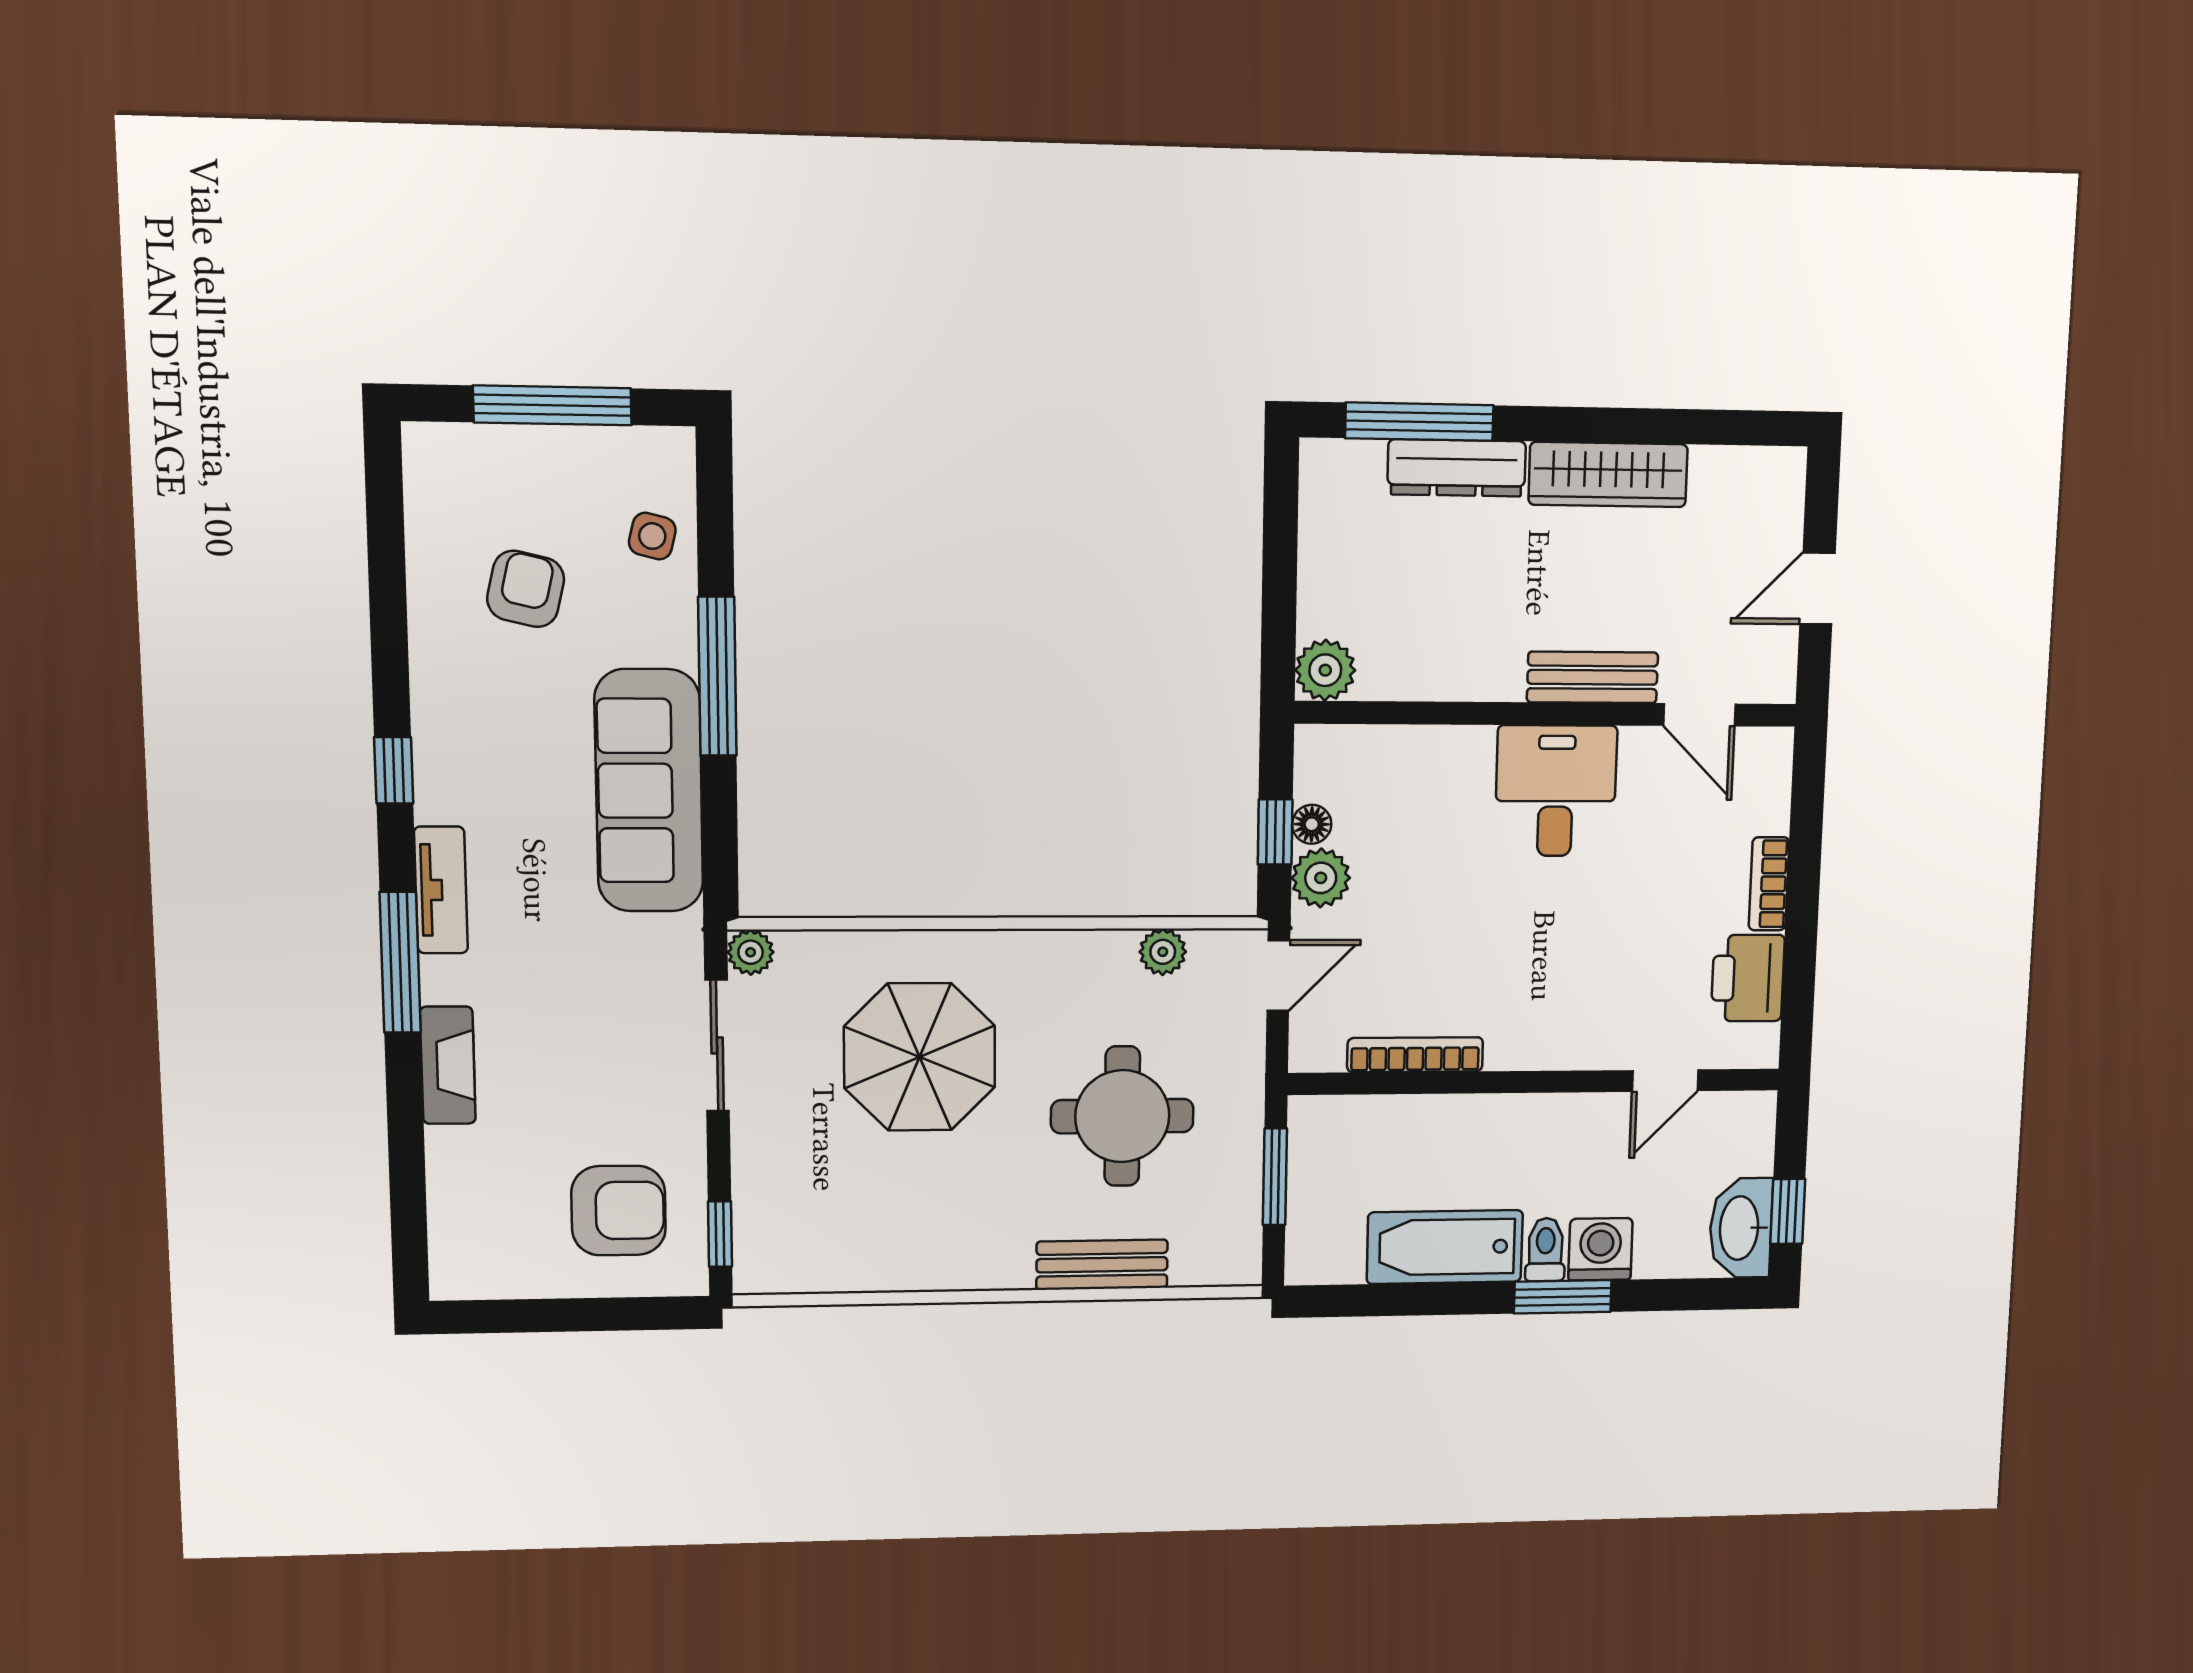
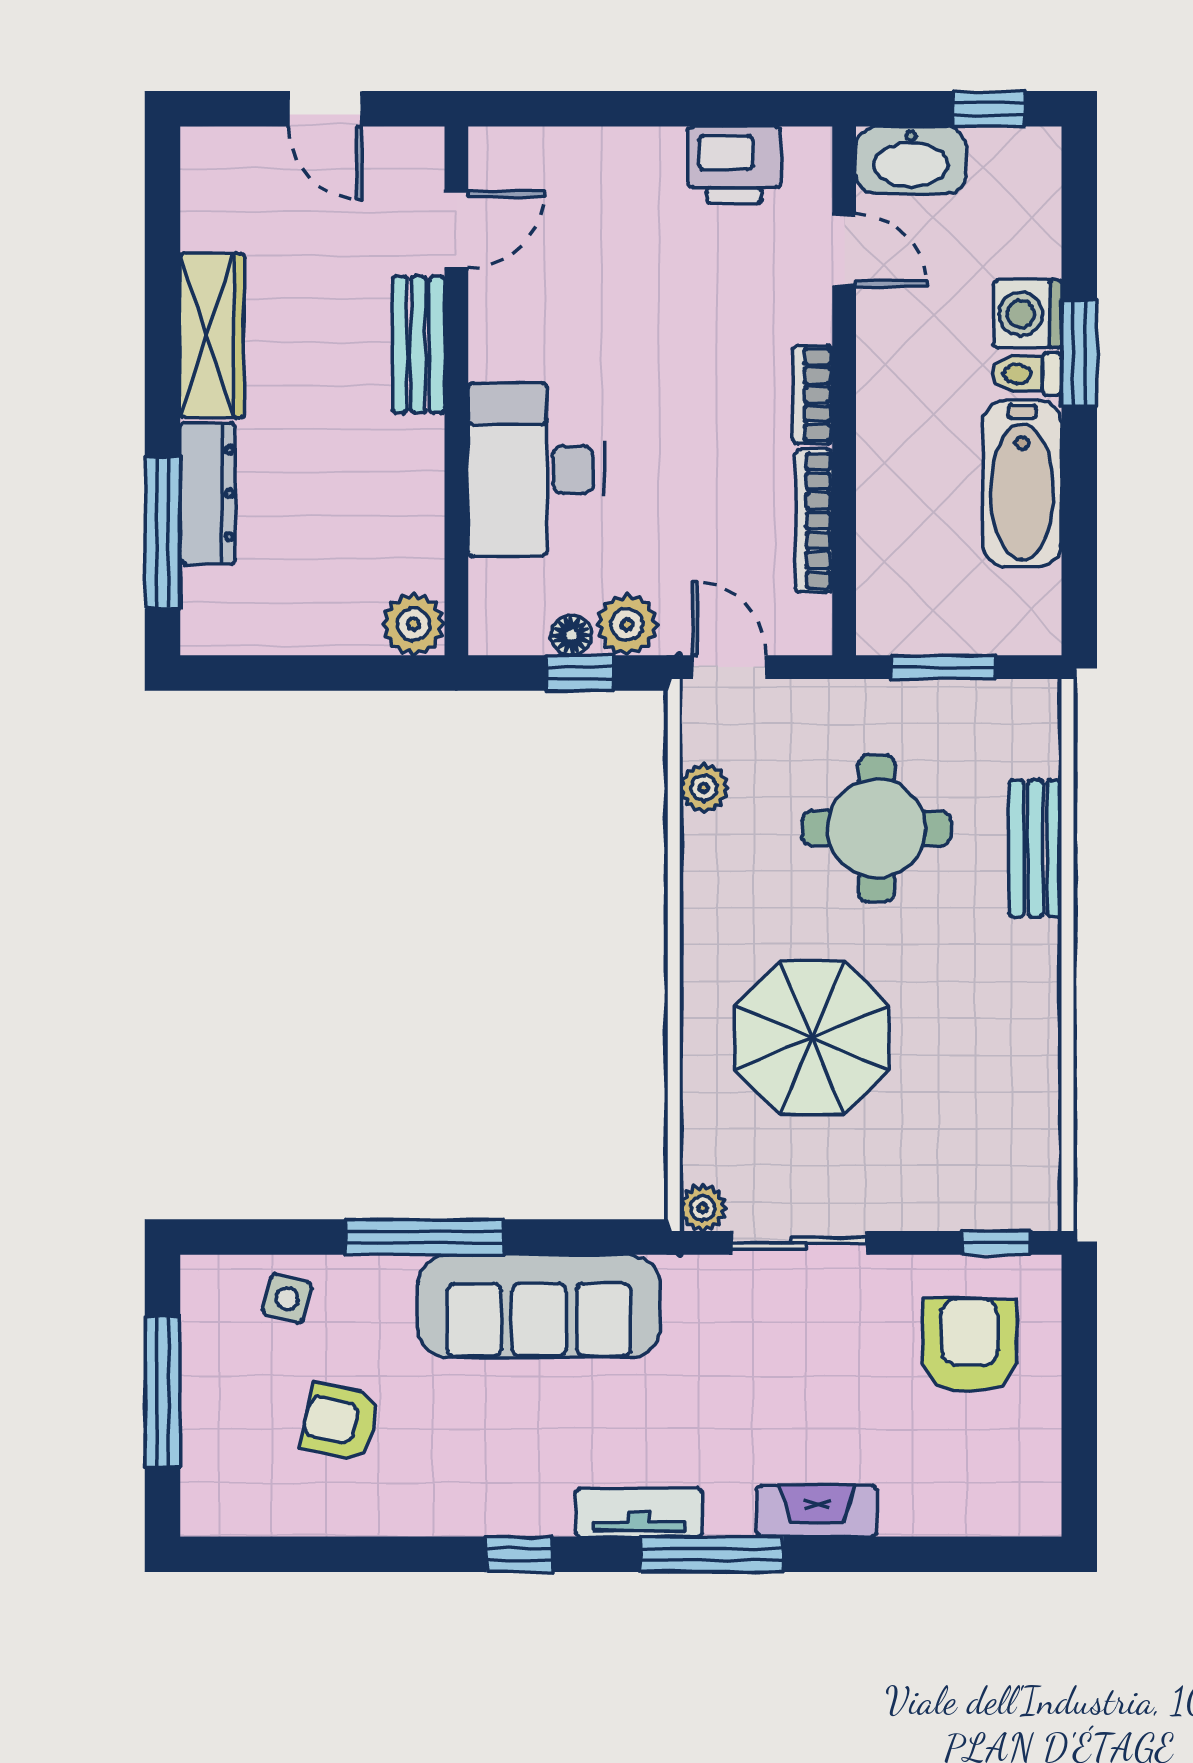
desk: (1556, 791) -> (536, 469), moved, width x1.37
bookcase: (1769, 884) -> (813, 395), moved, turned 90
washbasin: (1741, 1228) -> (911, 160), moved

